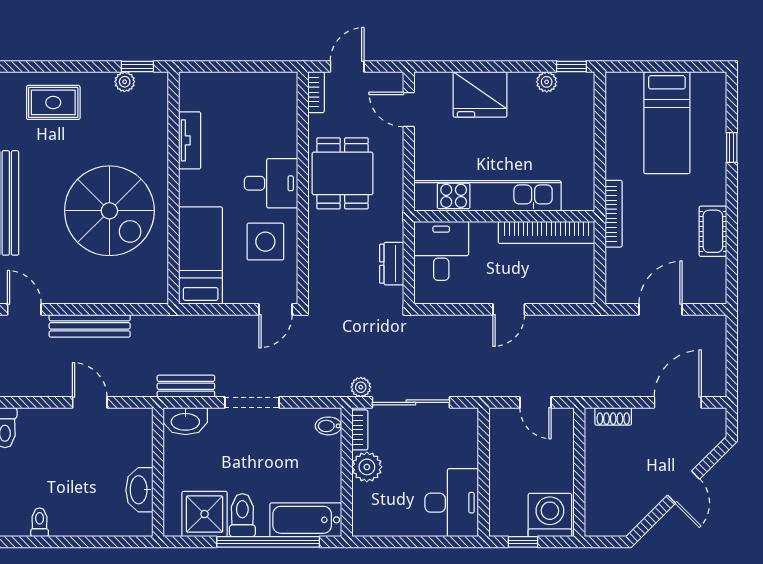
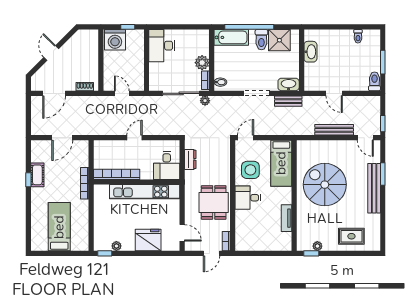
window: (732, 148) -> (28, 180), moved

